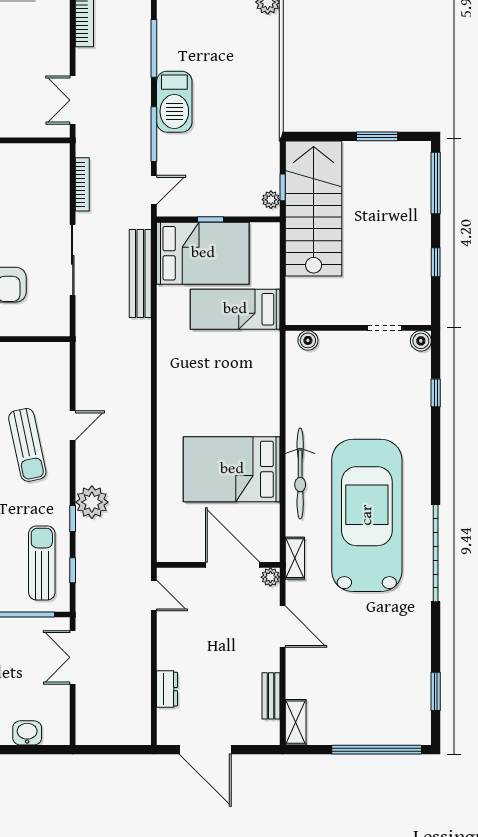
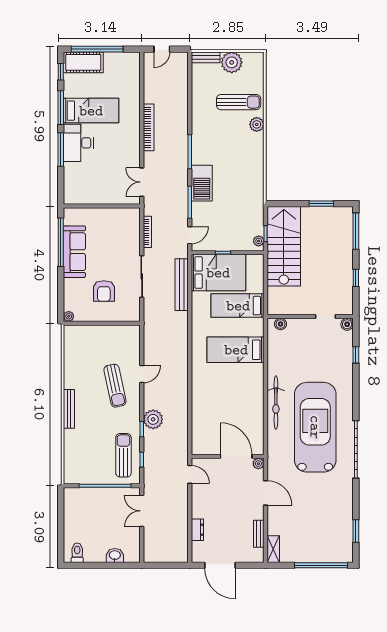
bed: (232, 469) -> (236, 350), moved, width x0.67
shelving: (295, 558) -> (273, 452), removed

